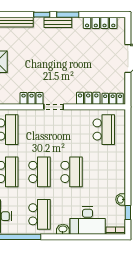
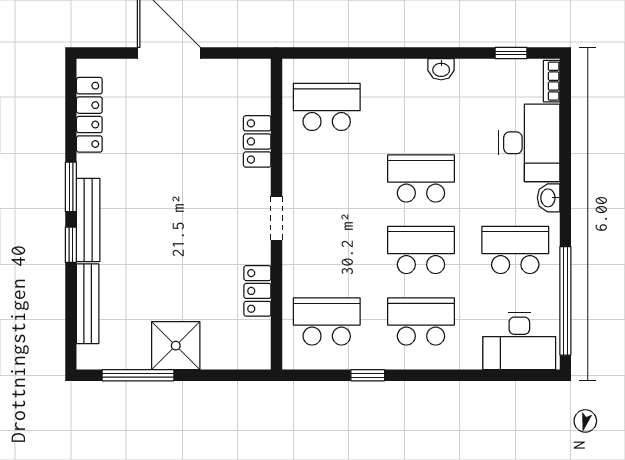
bench: (58, 22) -> (88, 220), width x1.36
locker: (32, 98) -> (257, 291), moved
locker: (113, 99) -> (258, 87), removed
washbasin: (121, 199) -> (441, 69), moved

